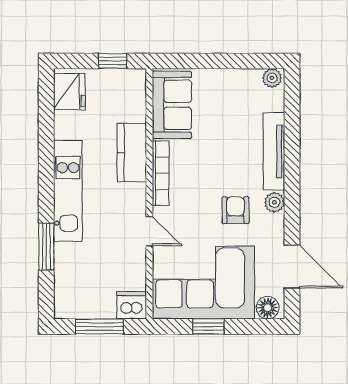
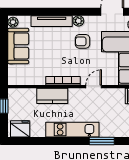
sofa: (172, 105) -> (18, 46), moved, turned 90

